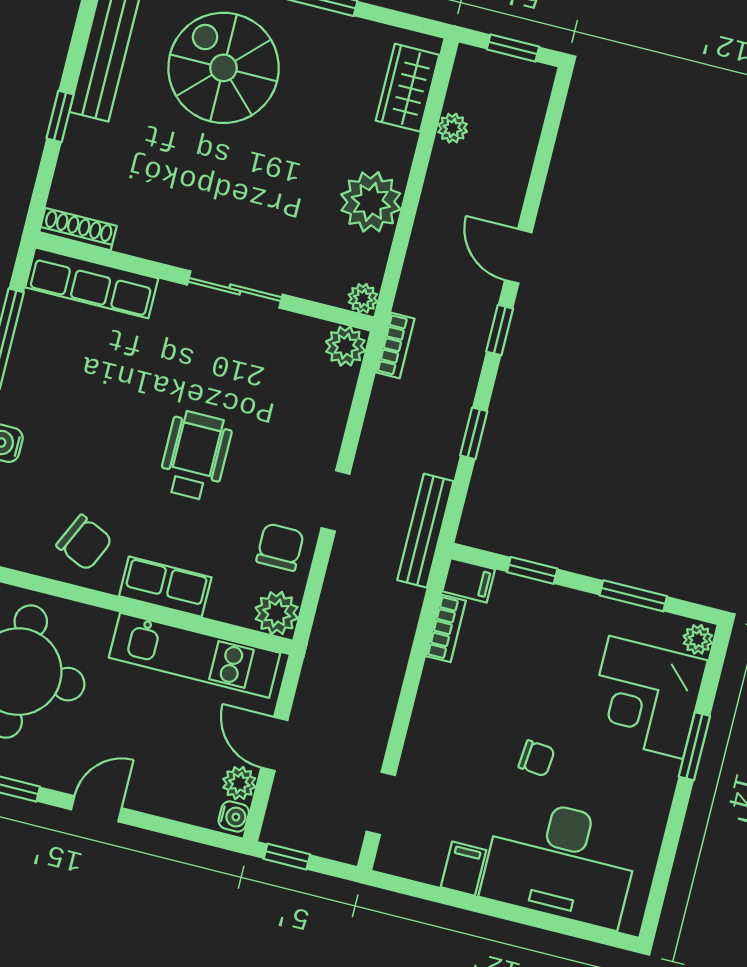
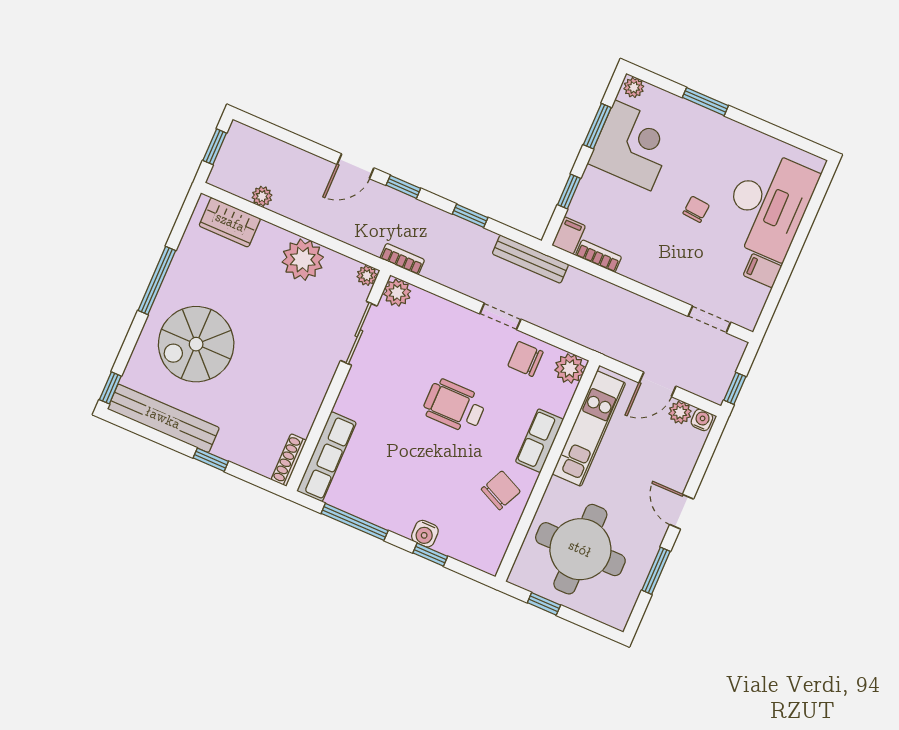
sliding door: (235, 290) -> (359, 333), moved
corner desk: (646, 697) -> (633, 145), moved, turned -90

